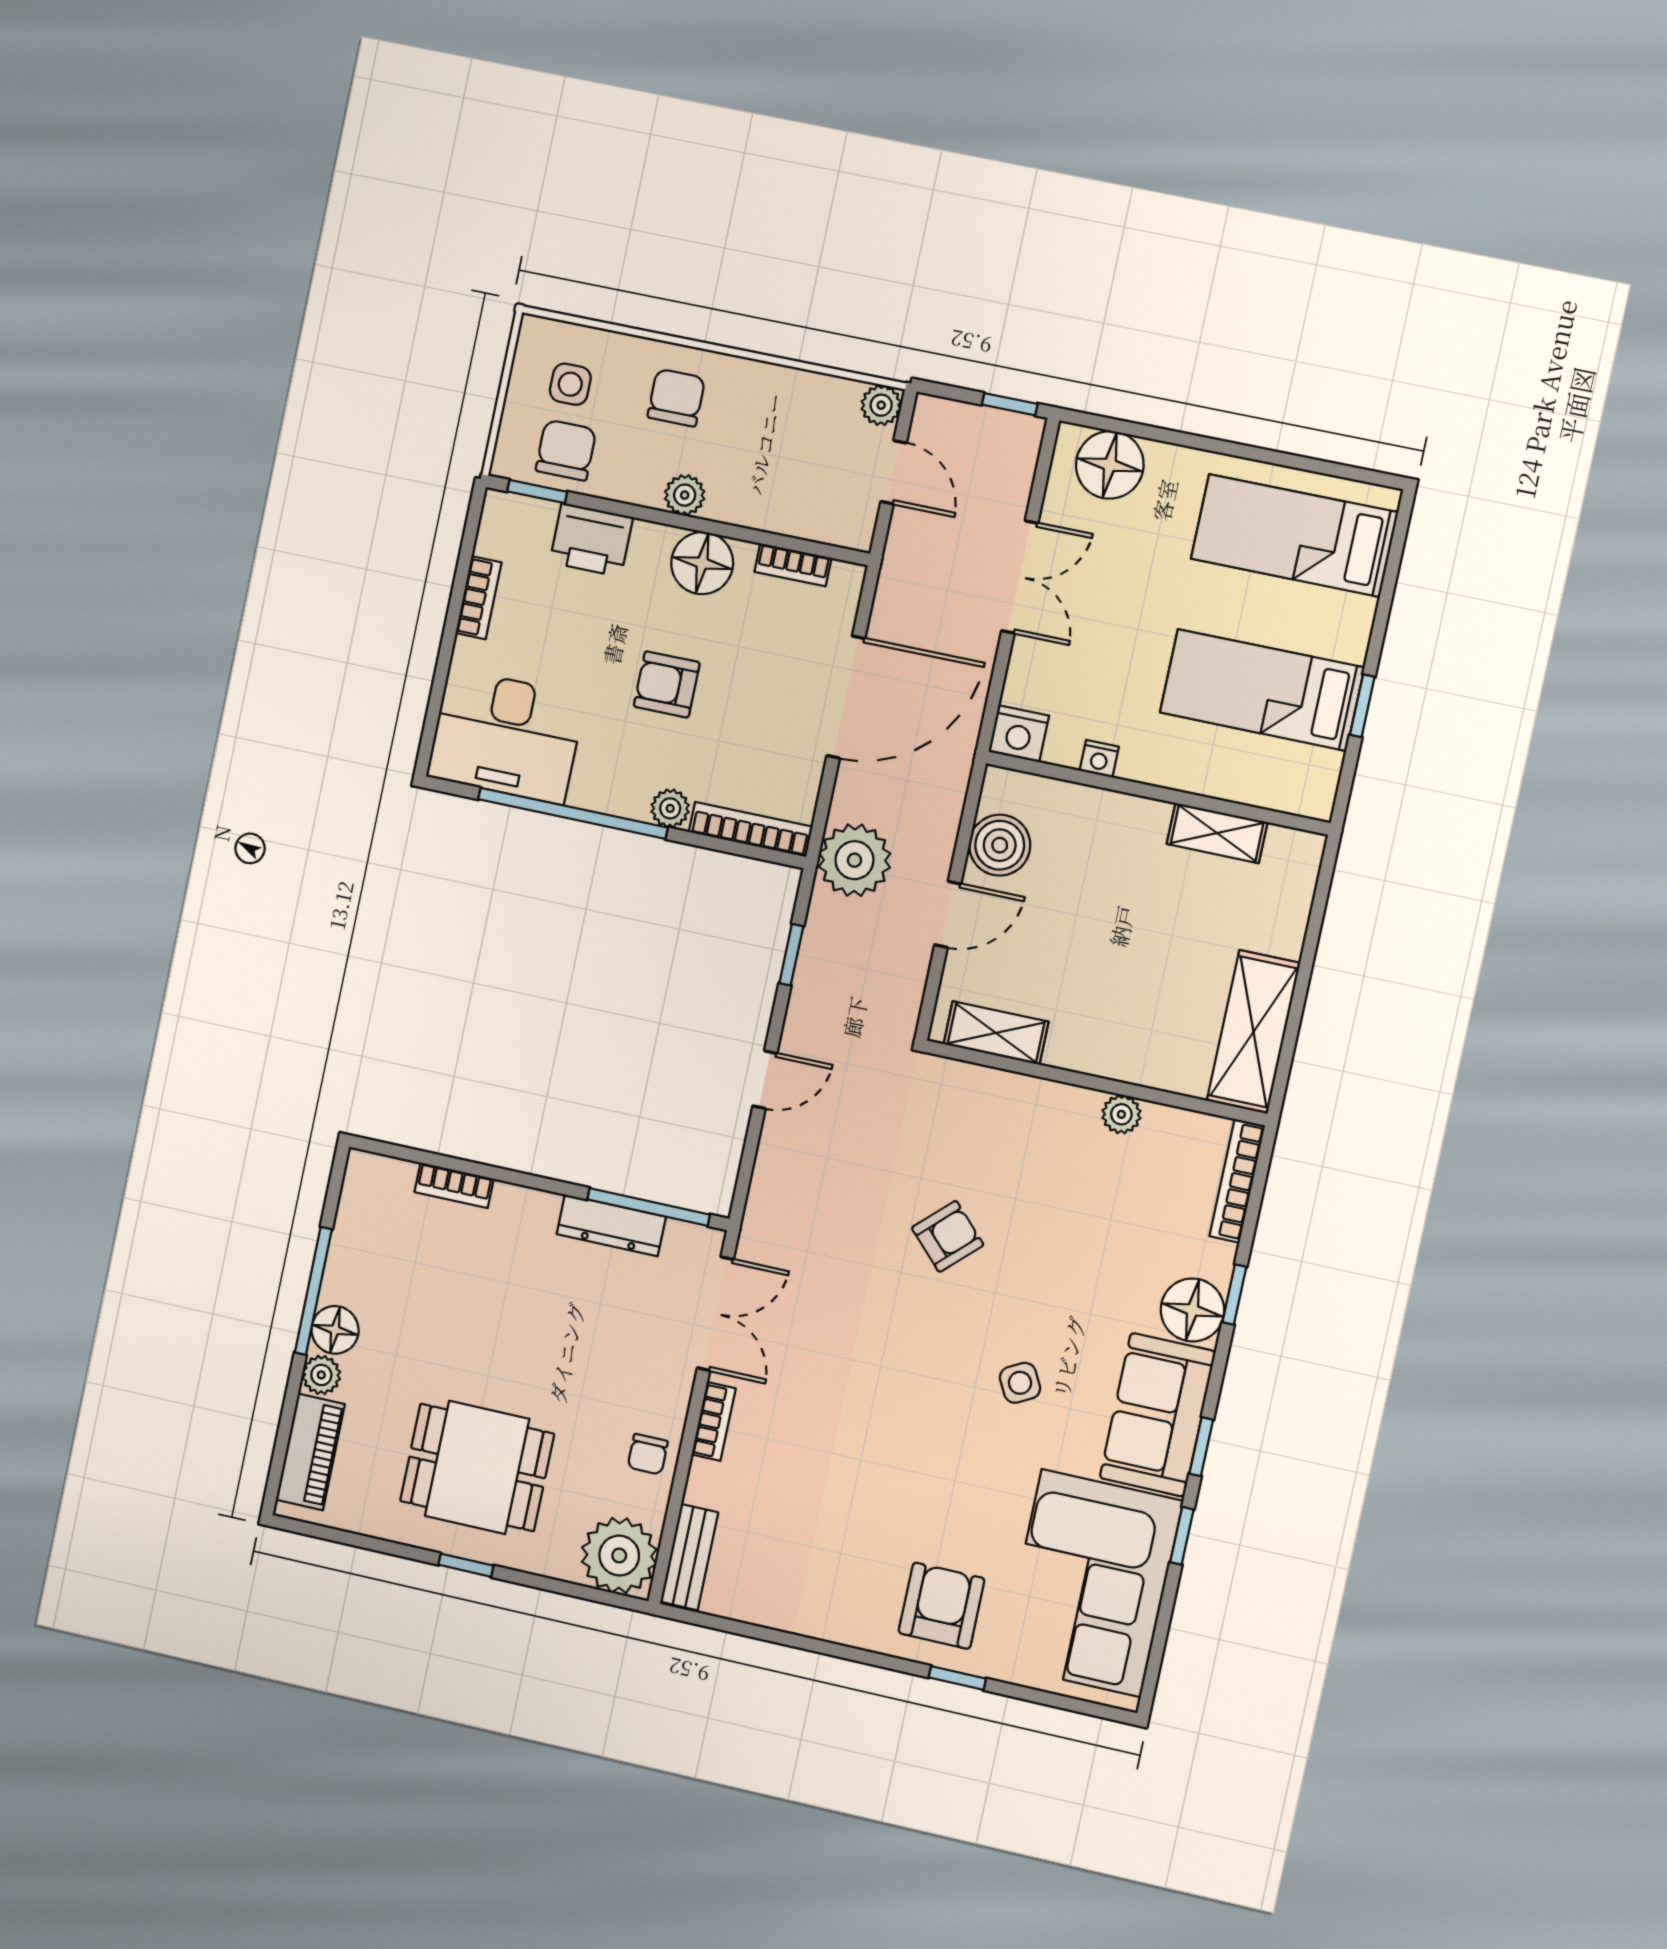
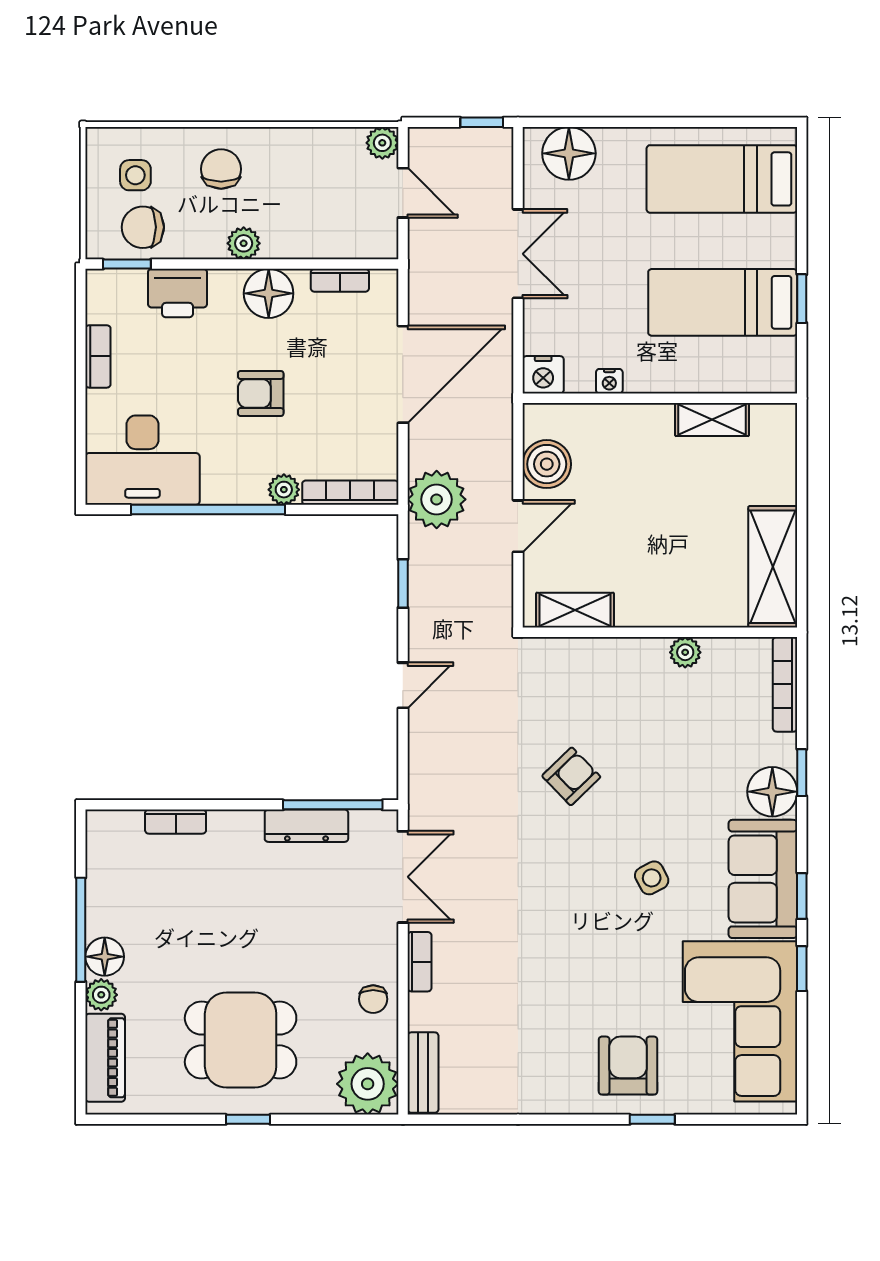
chair: (566, 450) -> (143, 227), turned -90

